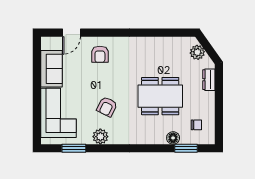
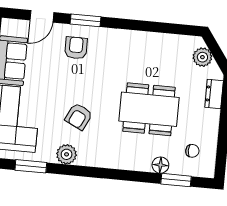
window: (105, 33) -> (86, 20), added
armchair: (100, 54) -> (76, 48), turned 180

